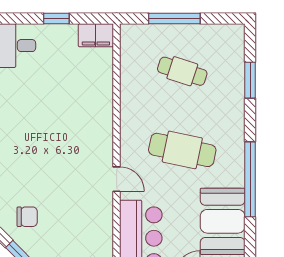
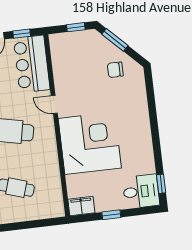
window: (174, 18) -> (26, 225), removed
corner desk: (74, 120) -> (90, 143), added

